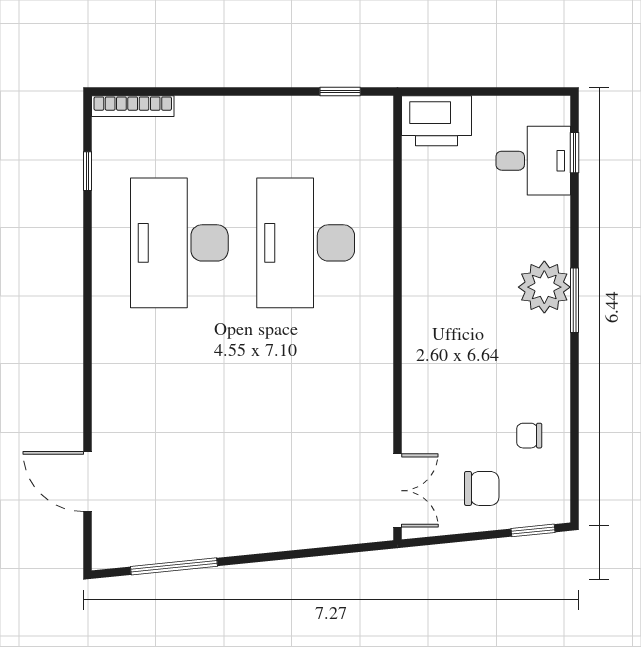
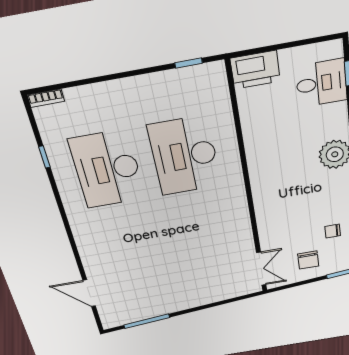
bookcase: (133, 106) -> (46, 98), width x0.64
window: (88, 171) -> (44, 157), moved
chair: (482, 488) -> (308, 260), turned 90

